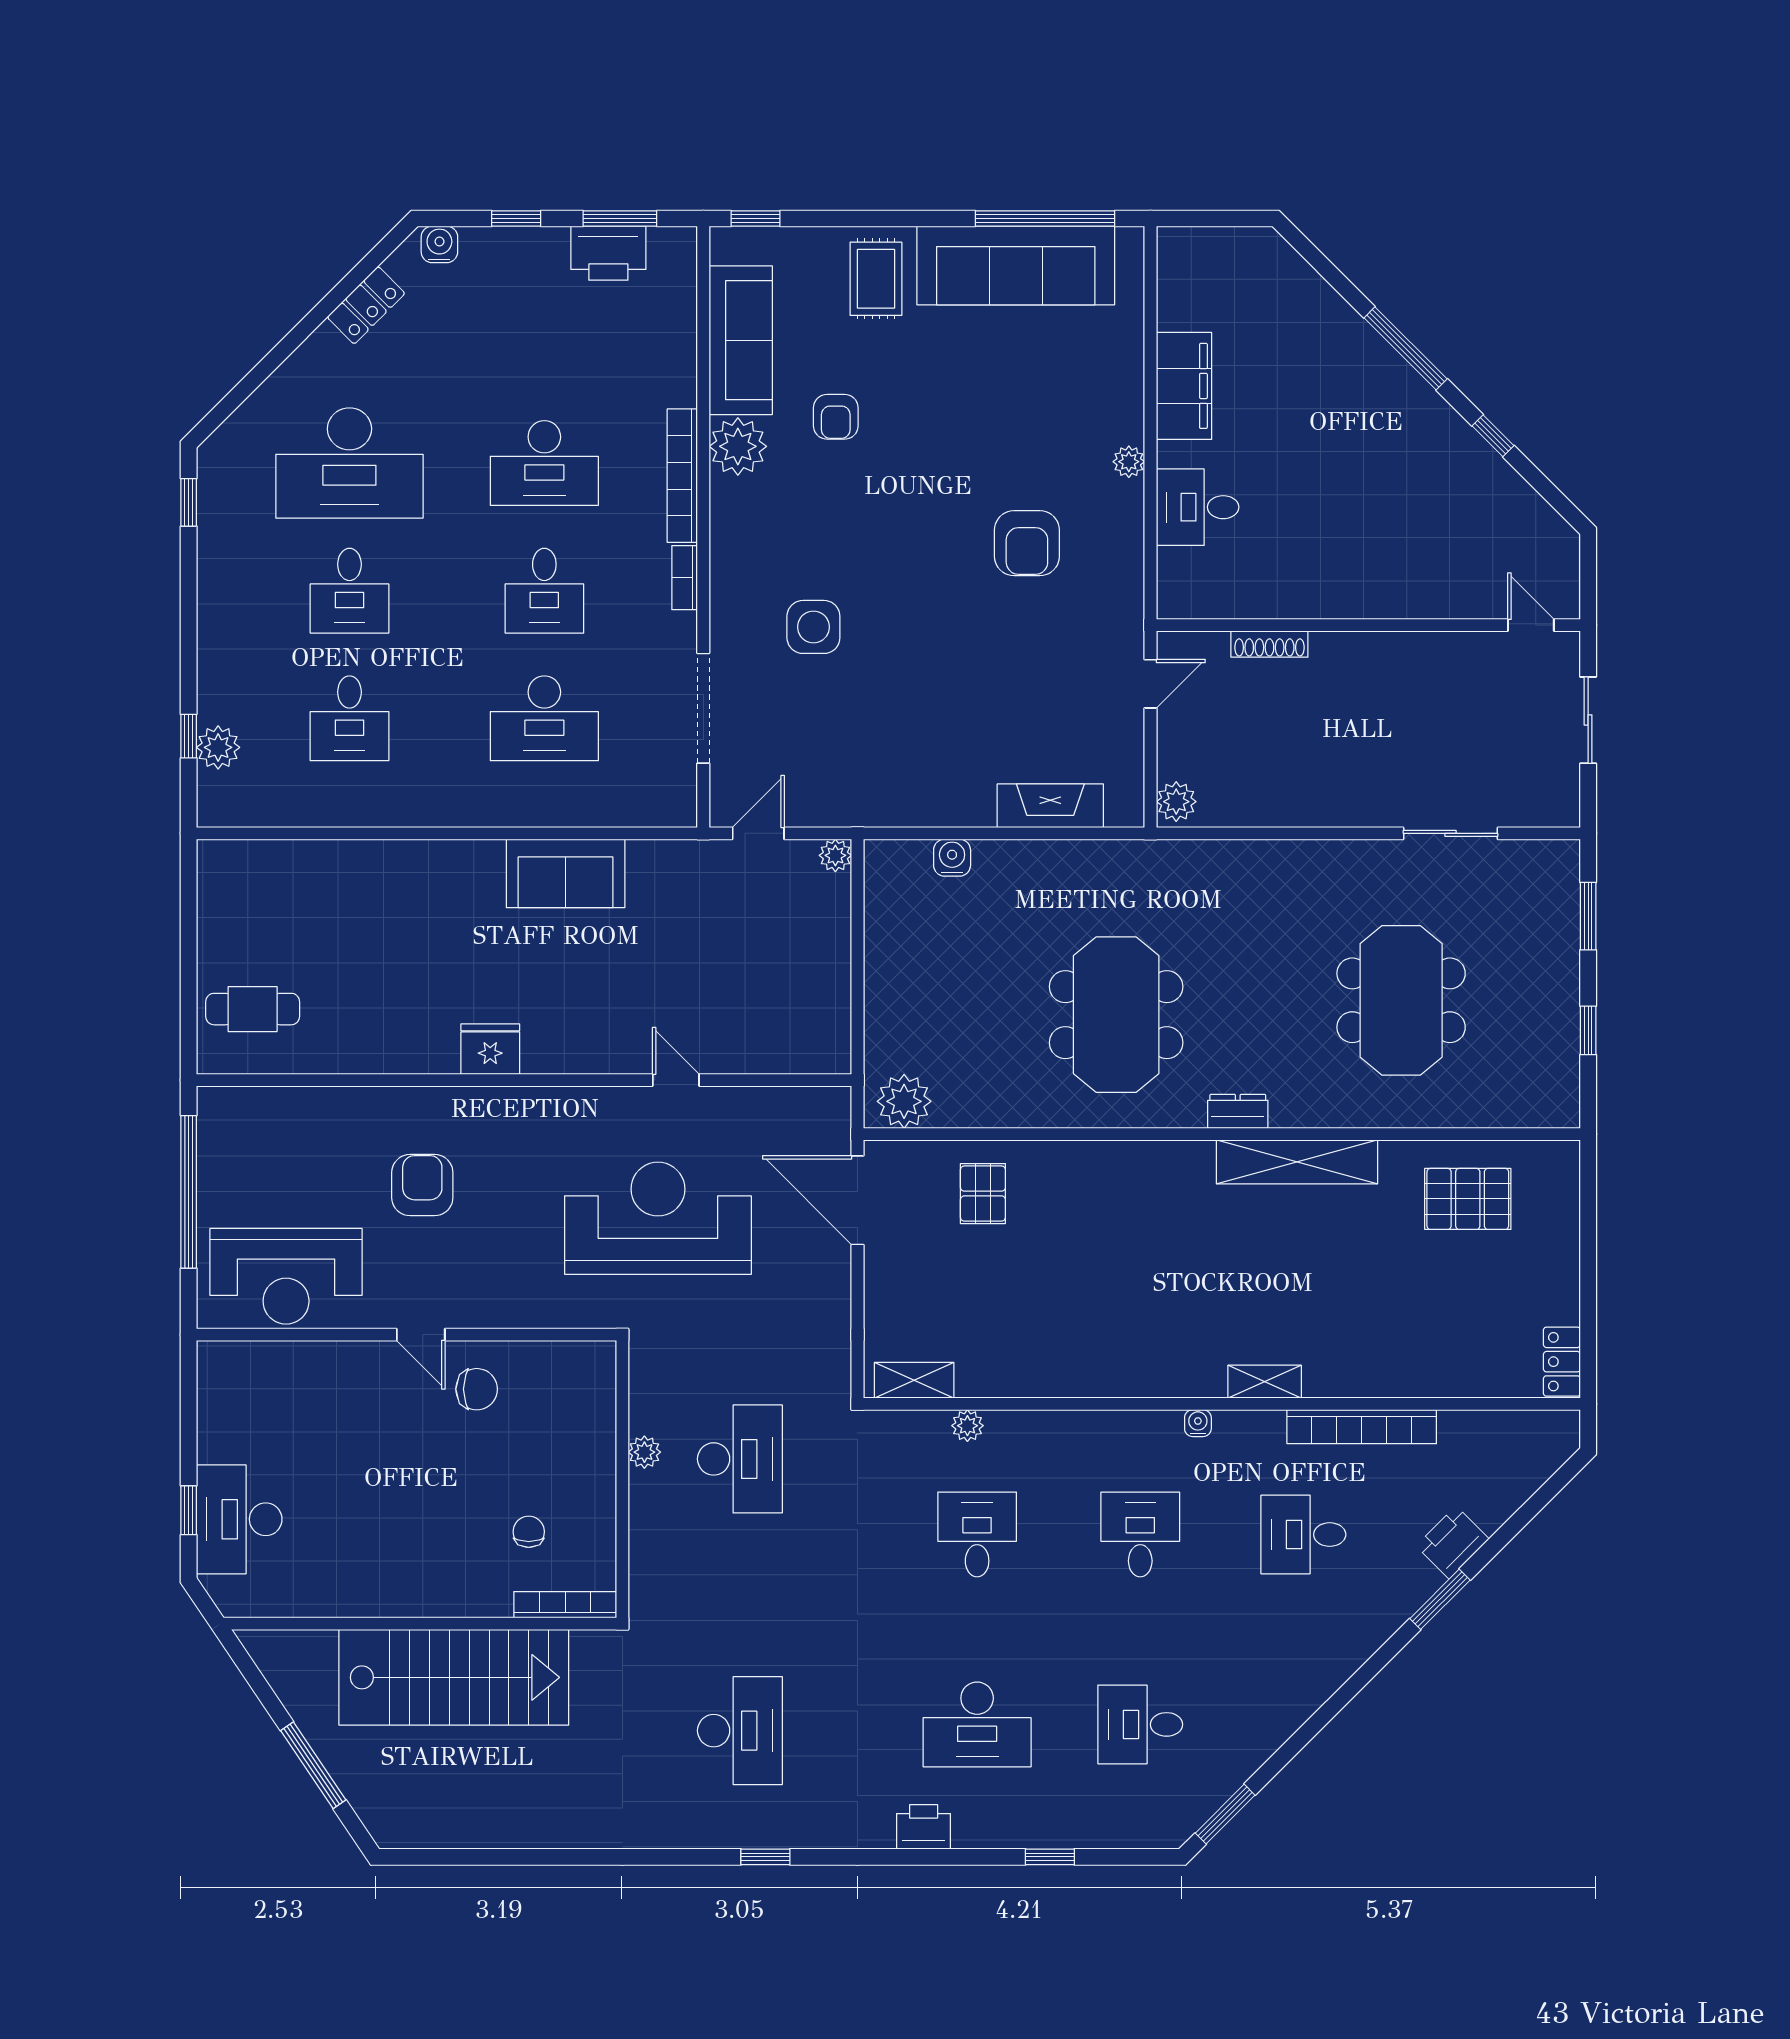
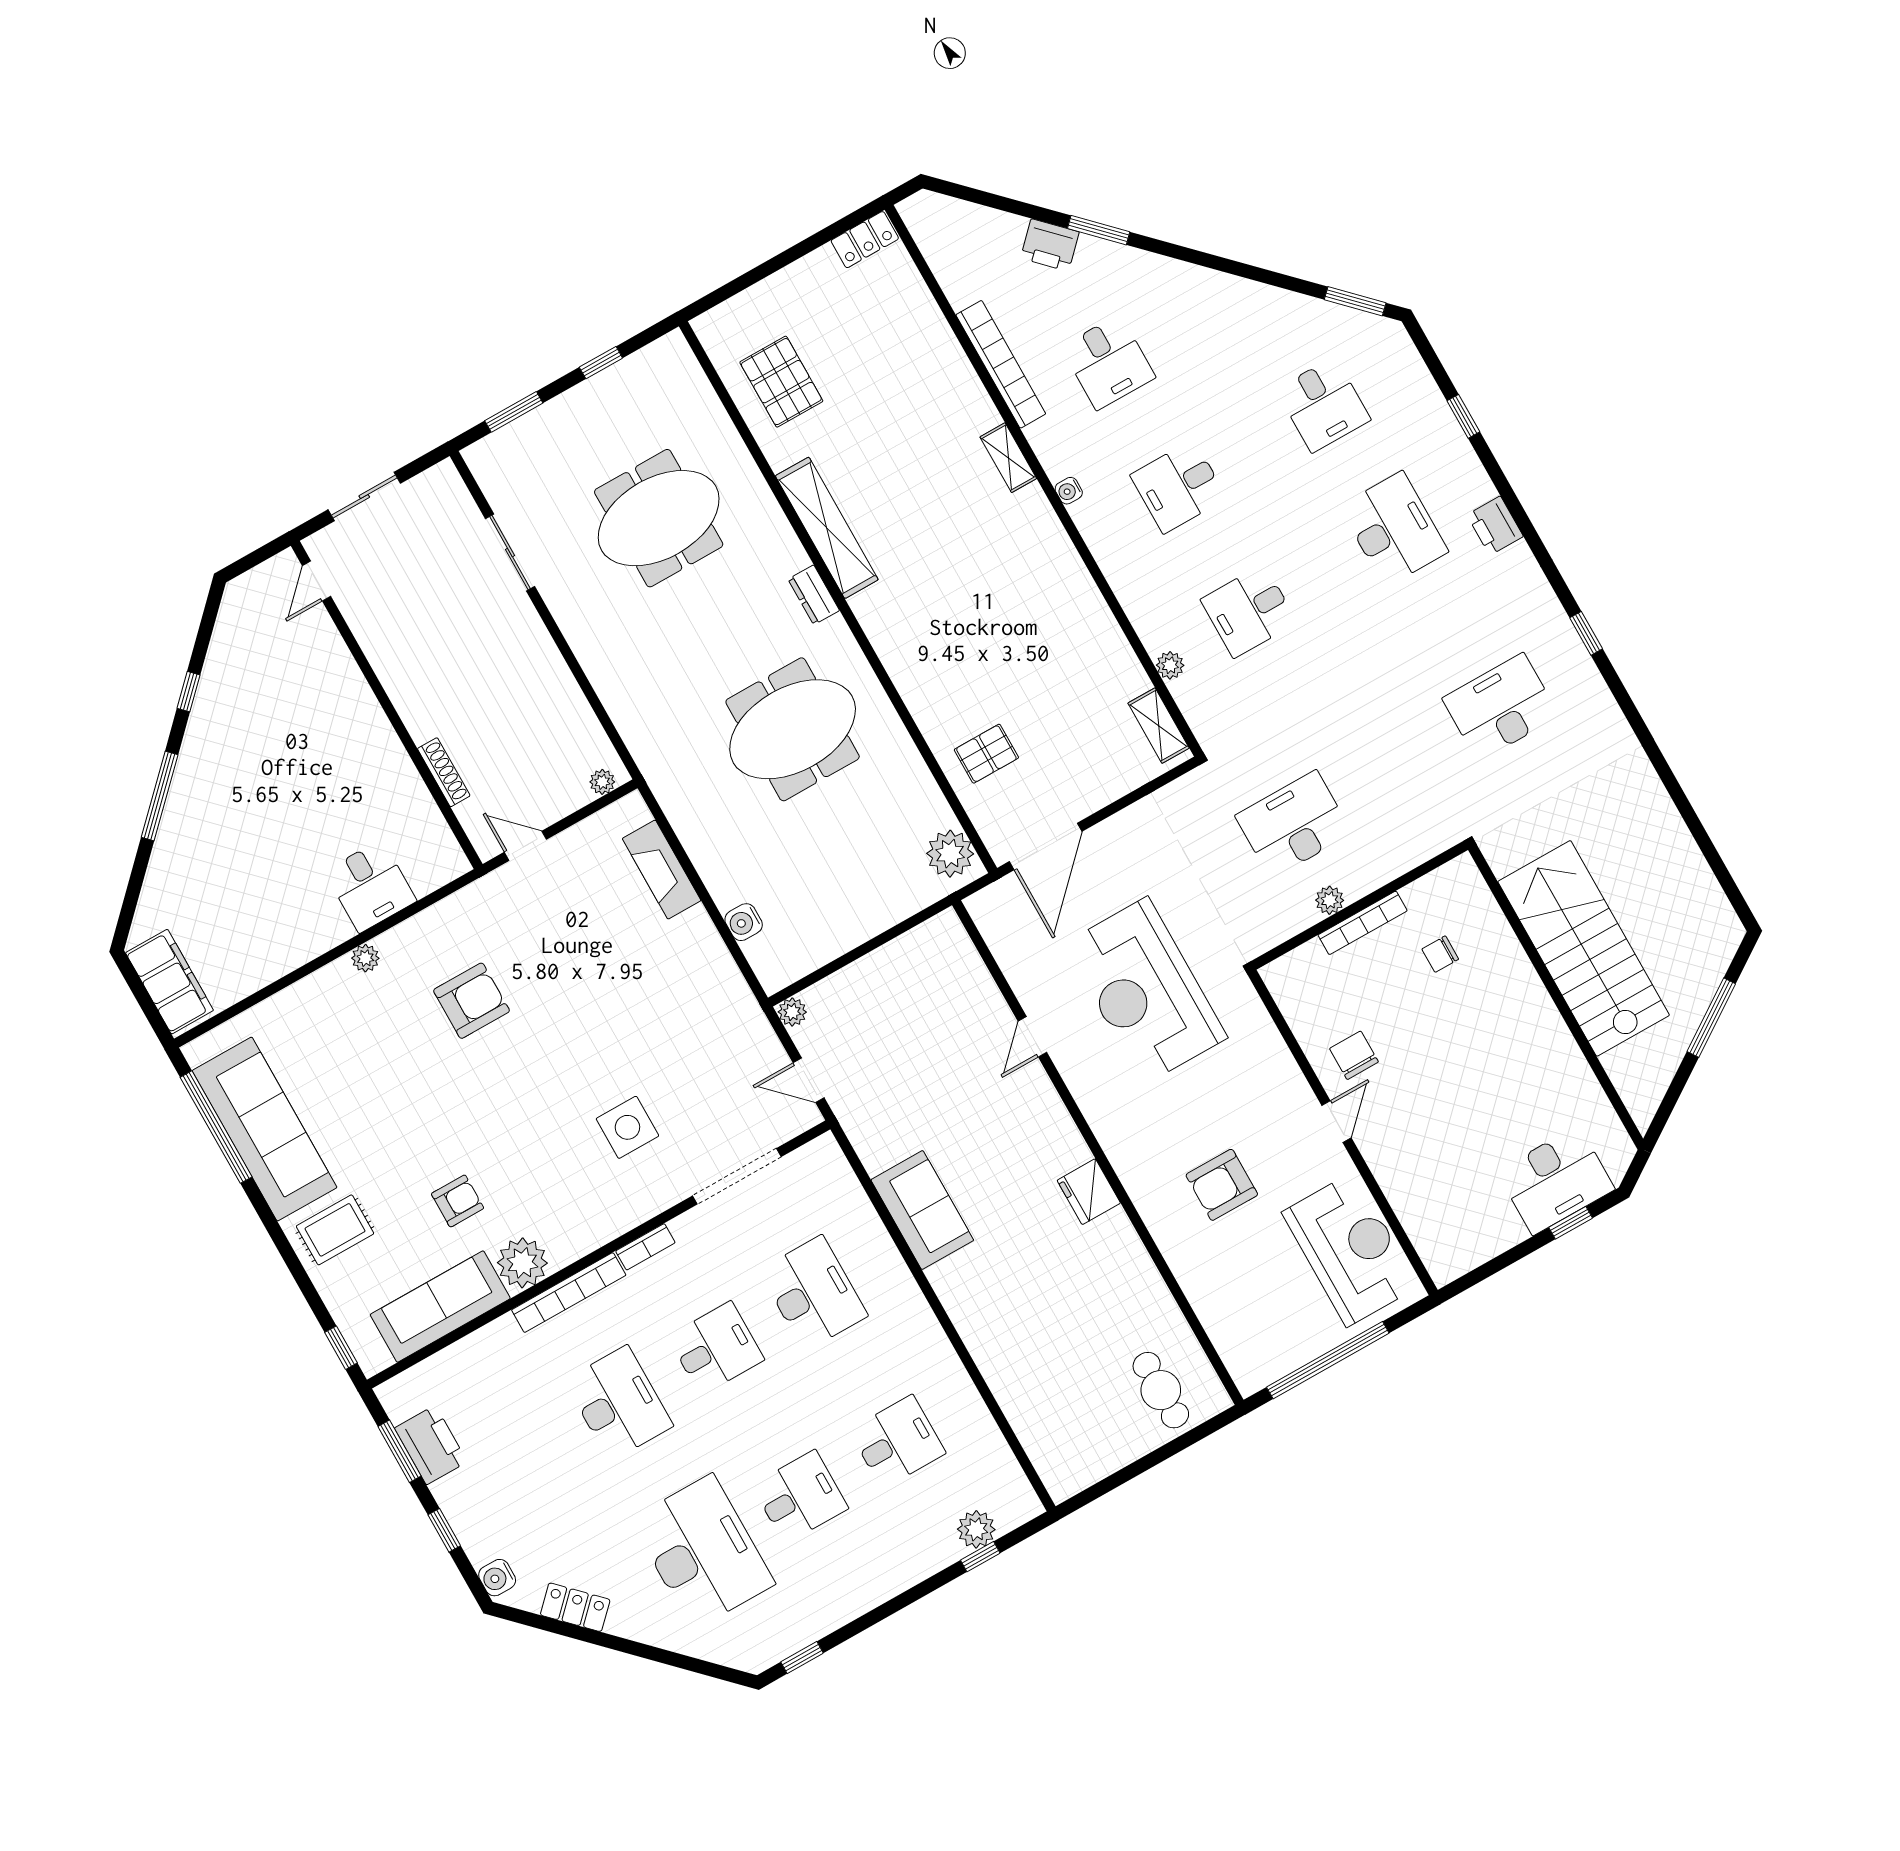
filing cabinet: (1184, 386) -> (170, 982), moved, turned 90
plant: (1176, 802) -> (602, 782), width x0.73, depth x0.73
bookcase: (565, 1605) -> (1363, 923), moved, turned -90

